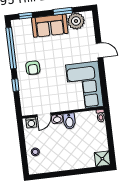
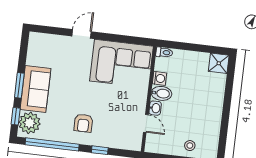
window: (63, 11) -> (19, 85), moved
plant: (76, 21) -> (30, 123), moved
armchair: (33, 68) -> (83, 123), turned 90
washing machine: (31, 123) -> (159, 78), moved

